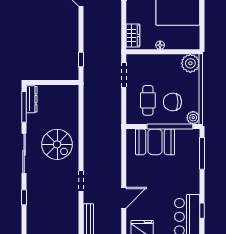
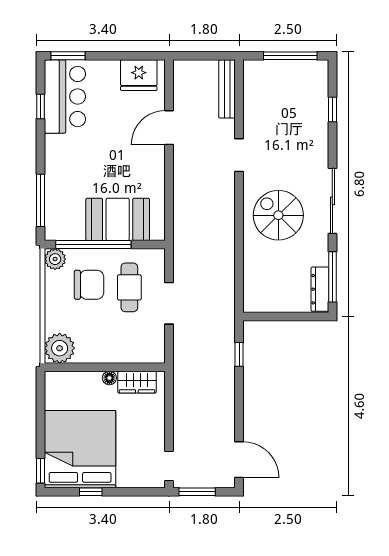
wardrobe: (133, 35) -> (137, 382), moved, turned -90
doorway: (124, 75) -> (169, 303), moved
window: (24, 197) -> (332, 110), moved

